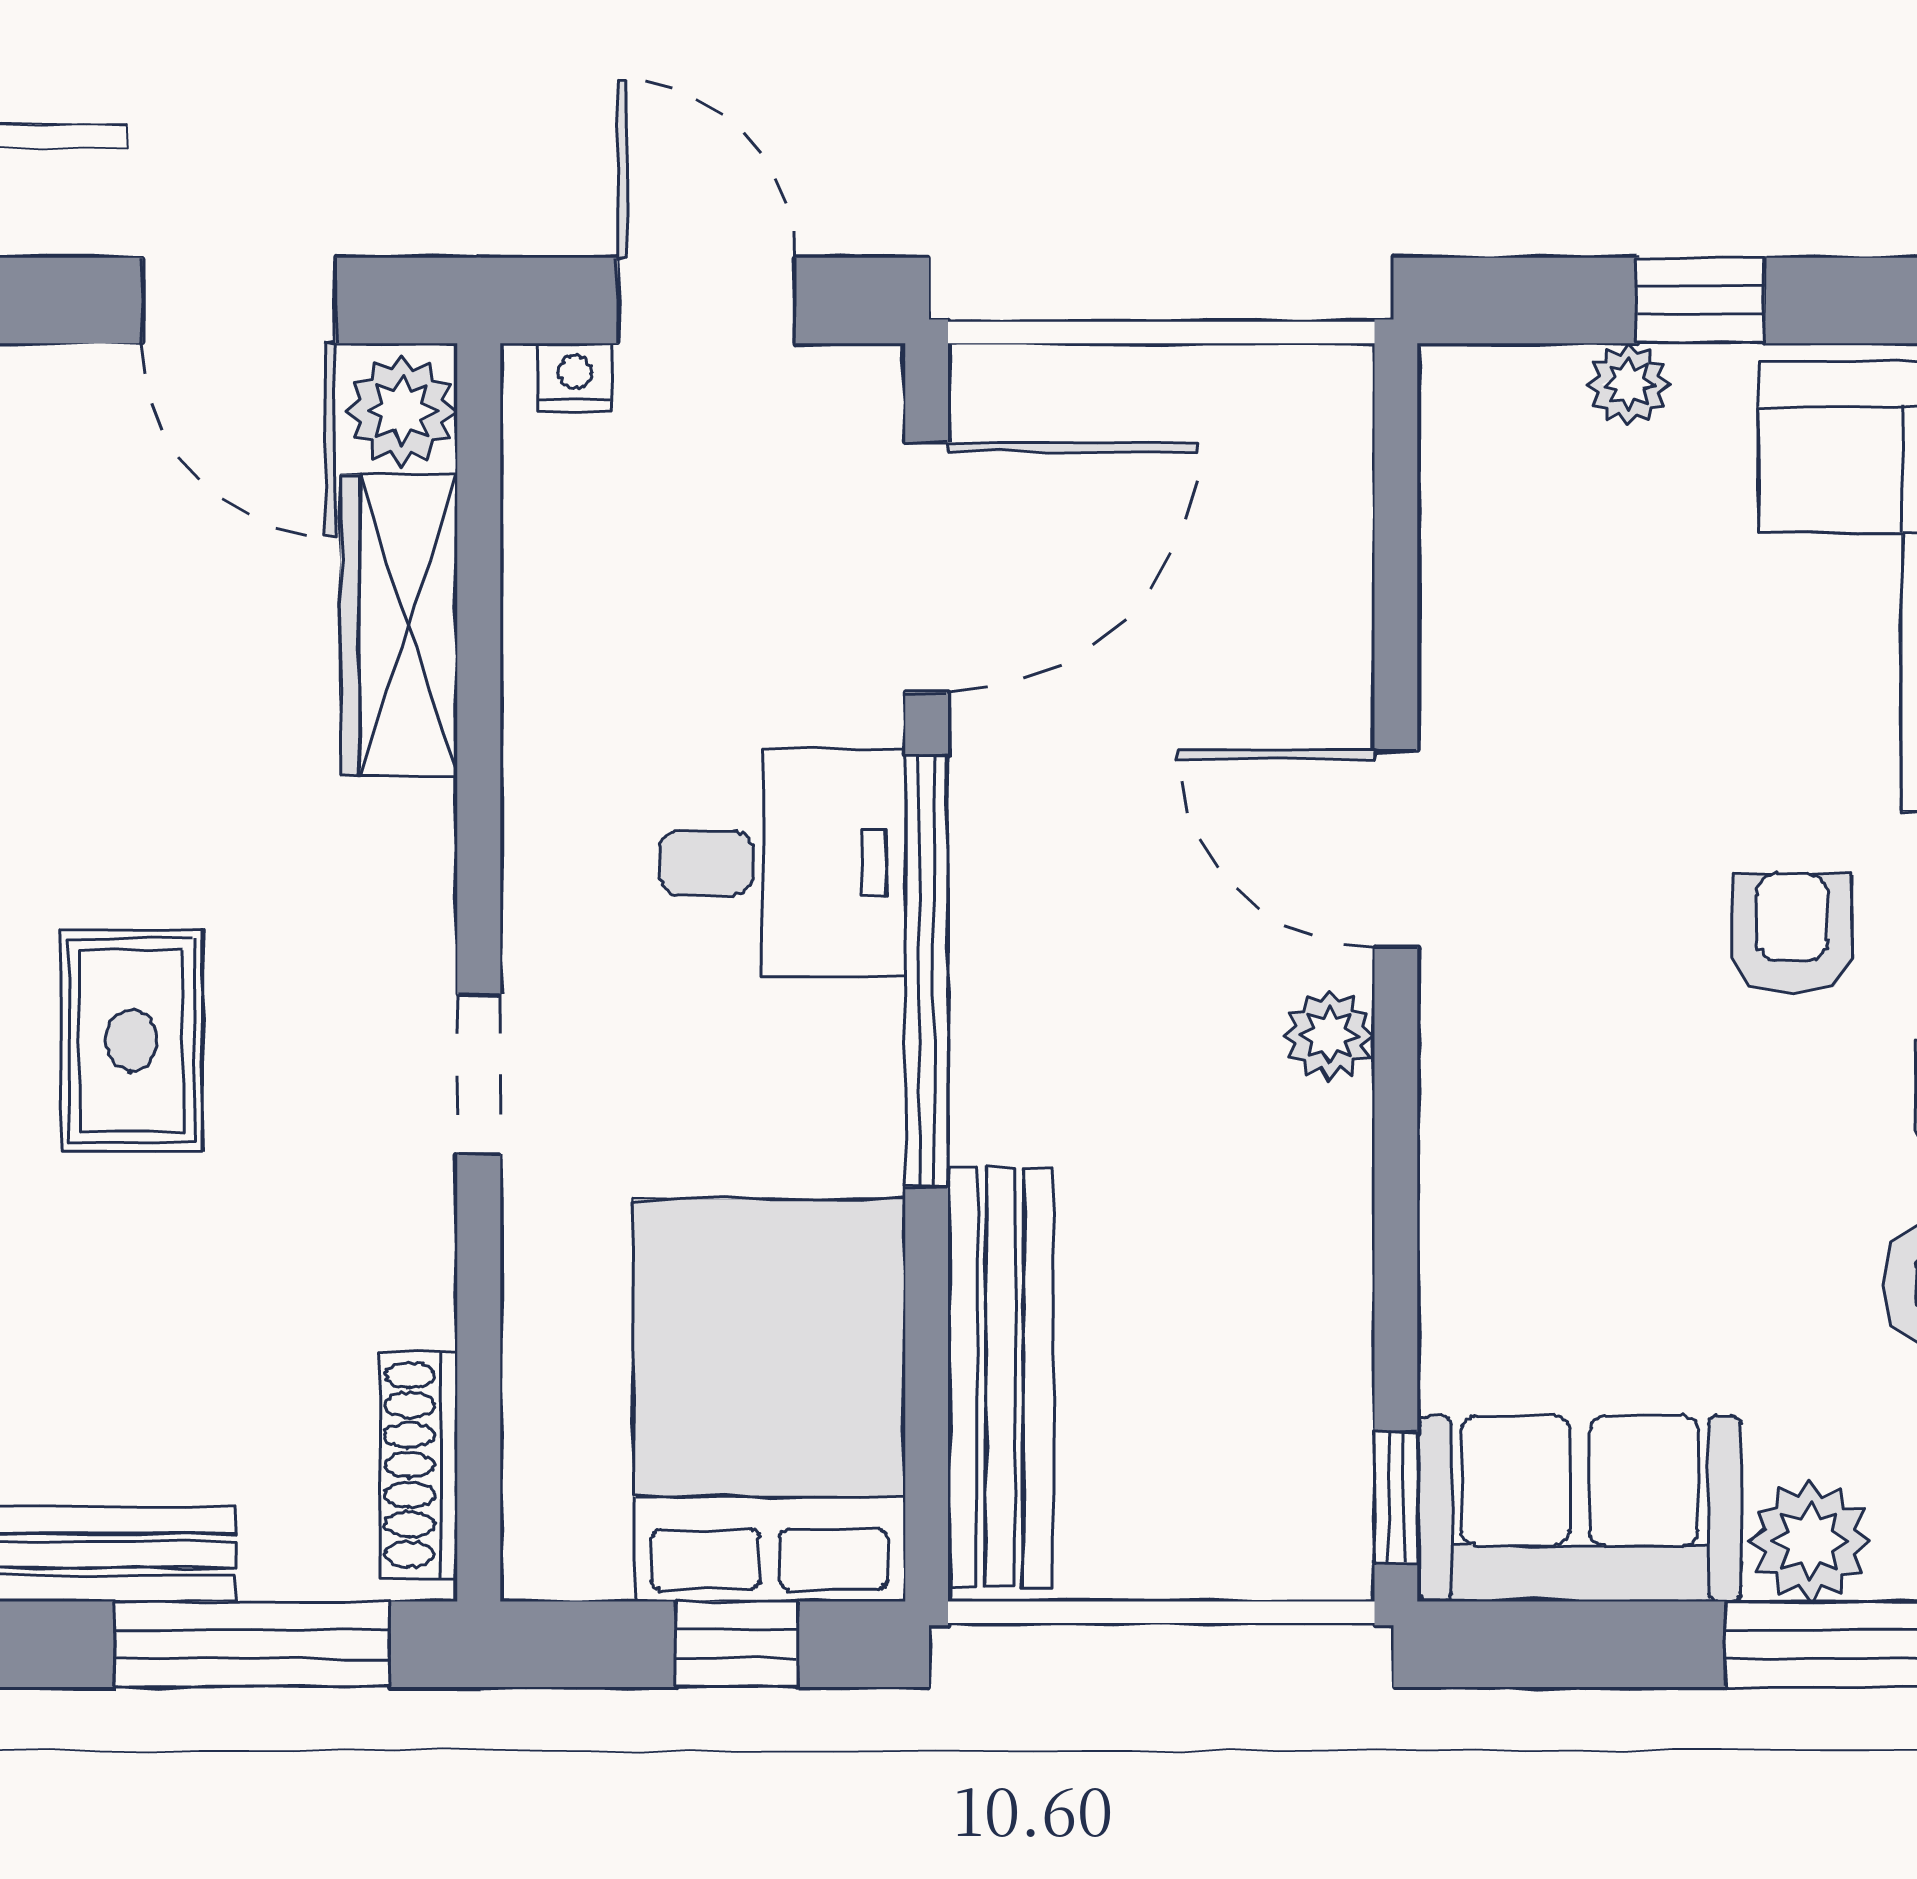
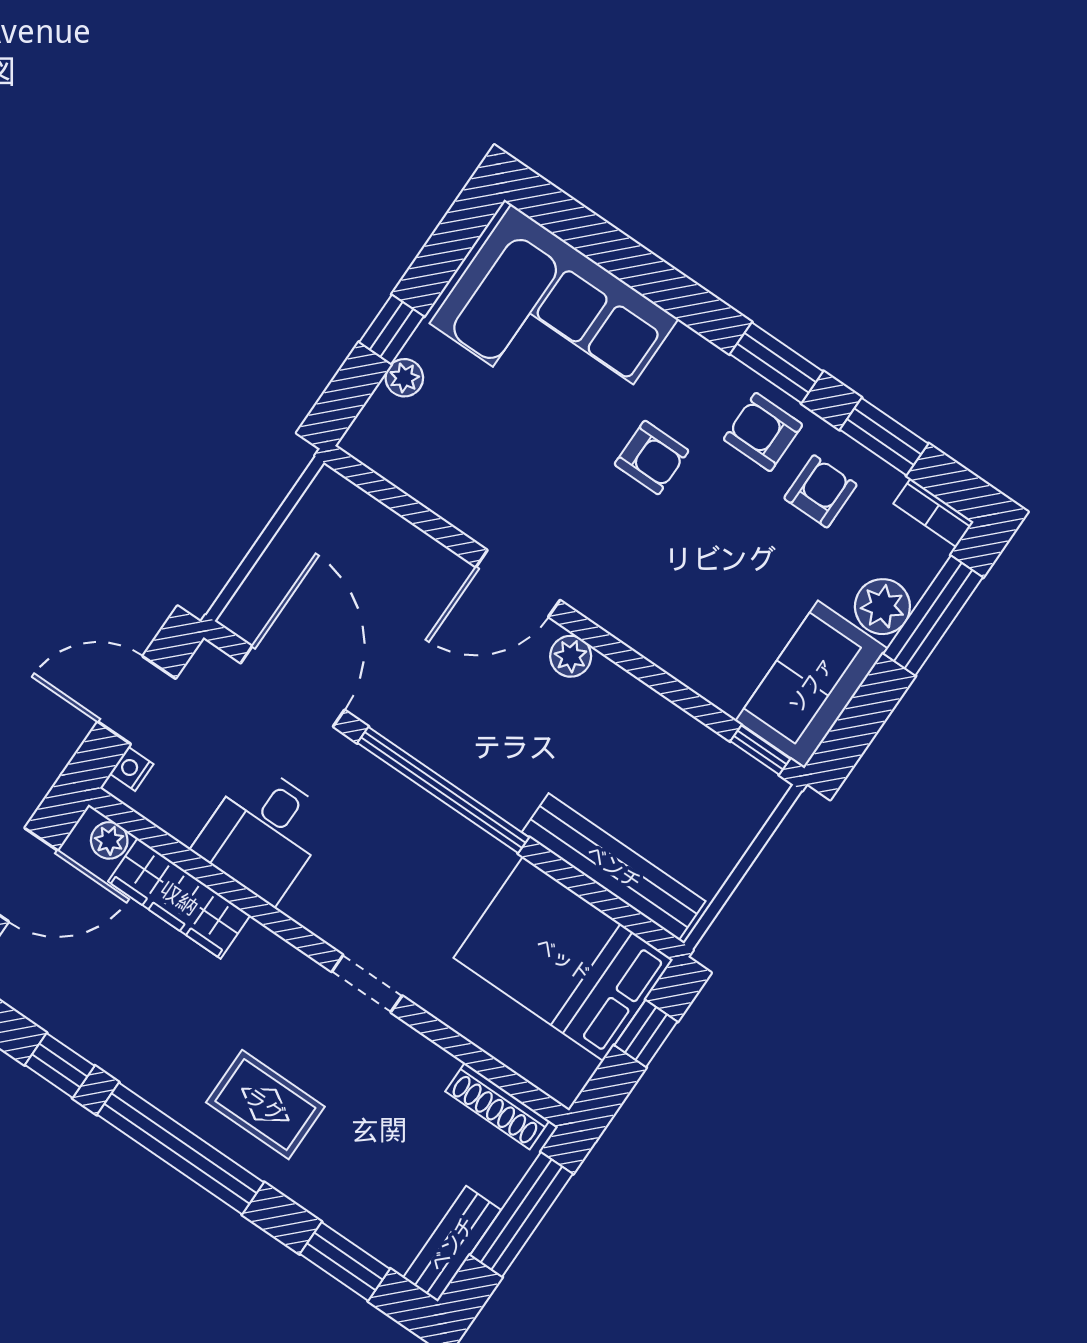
plant: (402, 411) -> (109, 840), width x0.73, depth x0.73
desk: (782, 863) -> (263, 833), moved, turned 180
armchair: (1792, 934) -> (652, 458), turned 180

